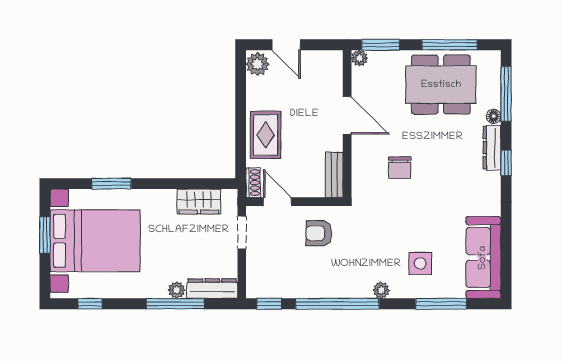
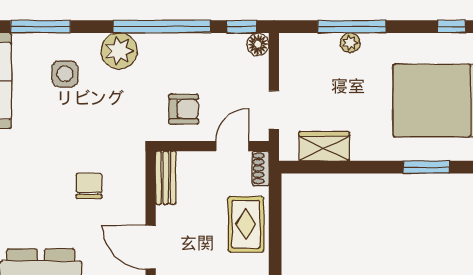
door: (277, 202) -> (232, 146), swing flipped
dresser: (212, 289) -> (308, 44), removed
floor lamp: (255, 289) -> (258, 44), added
plant: (381, 290) -> (119, 51), width x1.88, depth x1.88

